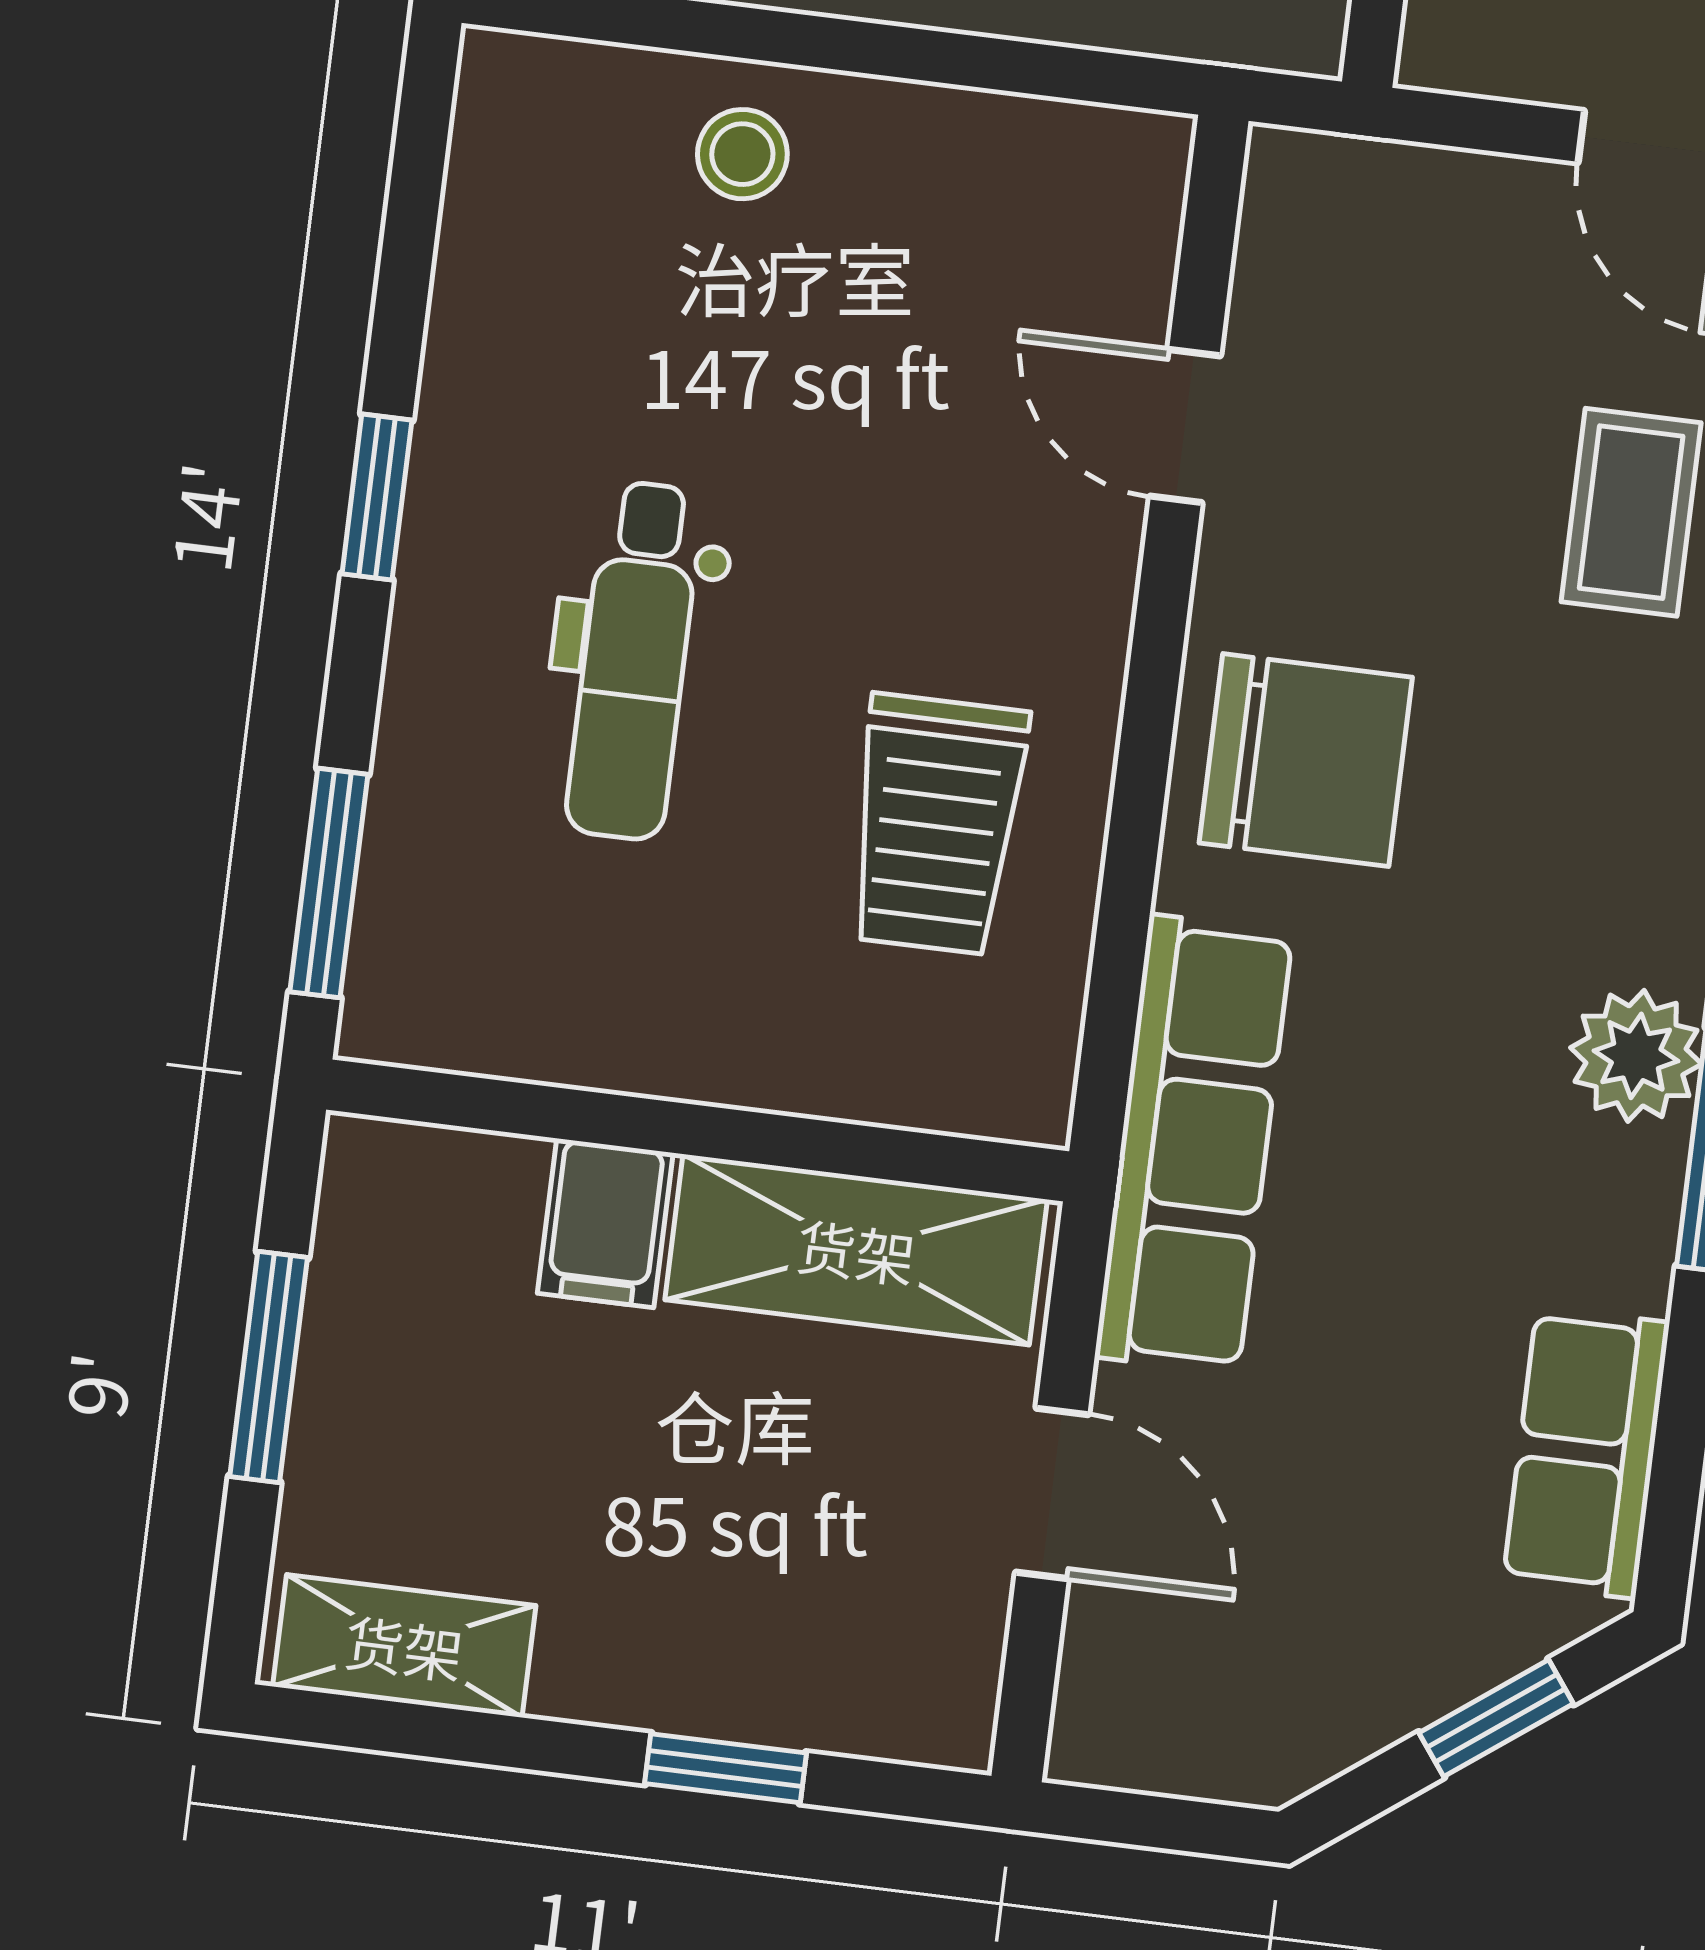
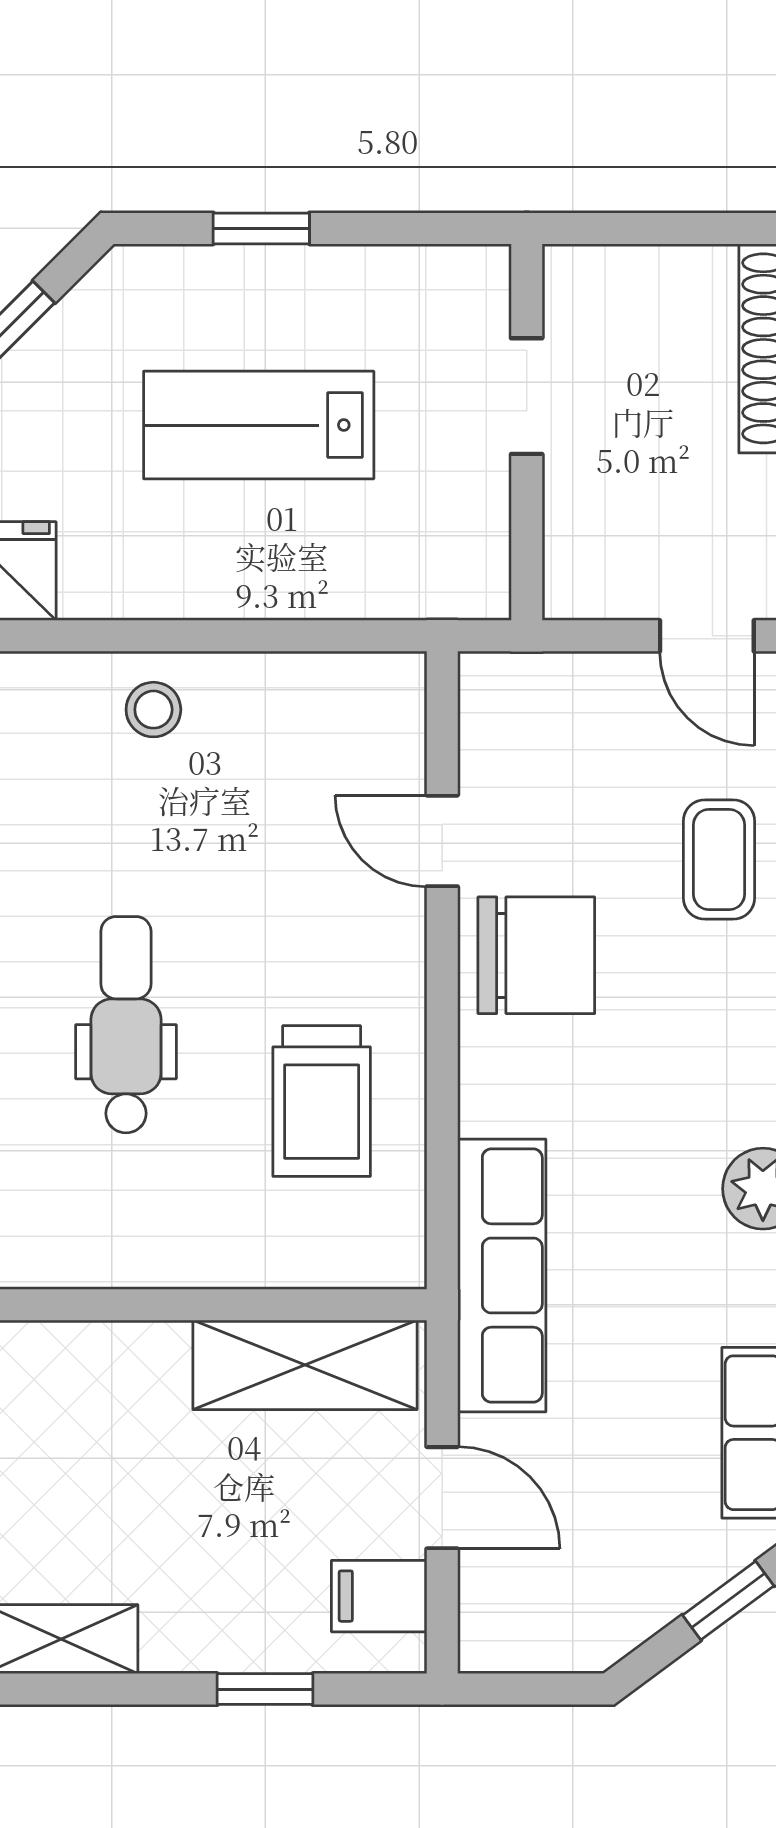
dental chair: (634, 661) -> (126, 1025), turned 180
chair: (1306, 760) -> (536, 955), moved
filing cabinet: (605, 1223) -> (379, 1596), moved, turned 90

